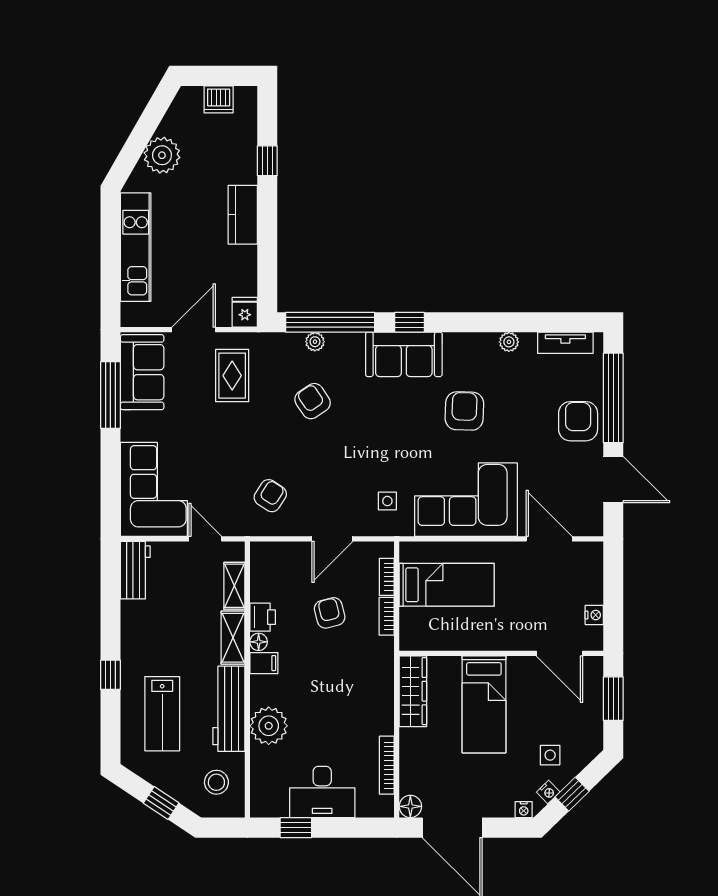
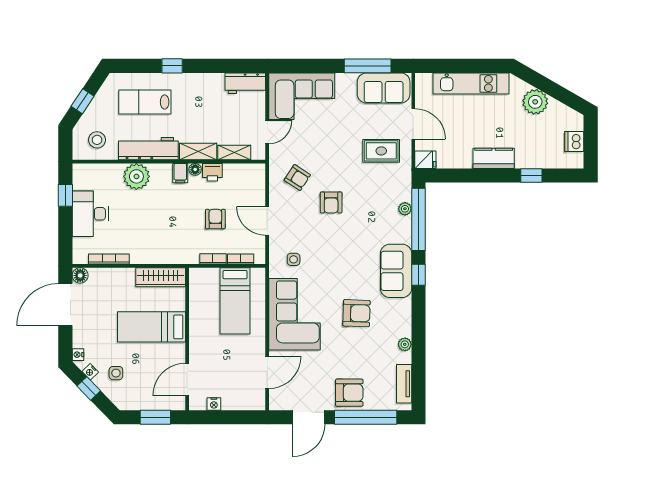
armchair: (313, 401) -> (331, 202), moved, turned 124
armchair: (330, 613) -> (215, 219), turned -76

